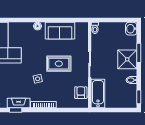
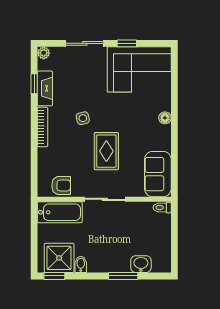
washbasin: (131, 29) -> (141, 264), moved
sofa: (60, 31) -> (158, 174), moved
shower: (127, 59) -> (59, 258), moved

